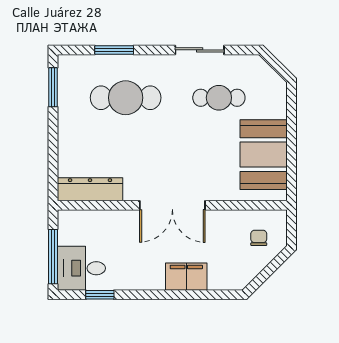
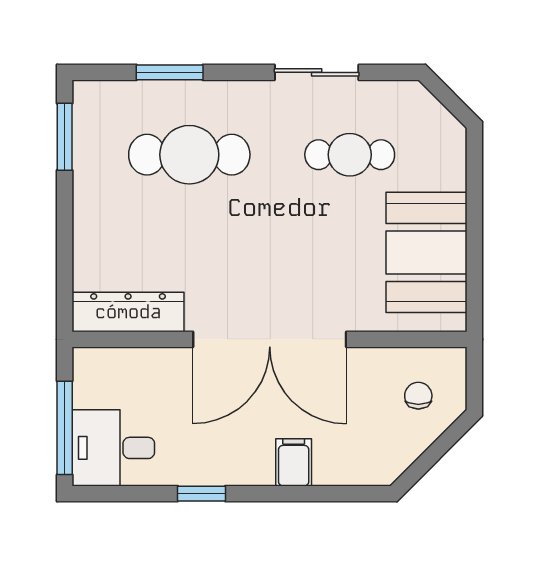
double door: (172, 205) -> (270, 339), width x1.36
filing cabinet: (186, 277) -> (294, 462), width x0.50
window: (100, 295) -> (201, 494), moved

